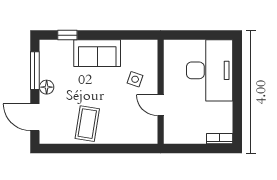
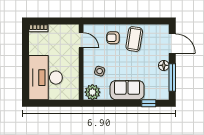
plant: (145, 50) -> (92, 92), added
door: (161, 105) -> (81, 40), moved
armchair: (117, 125) -> (113, 38), added

